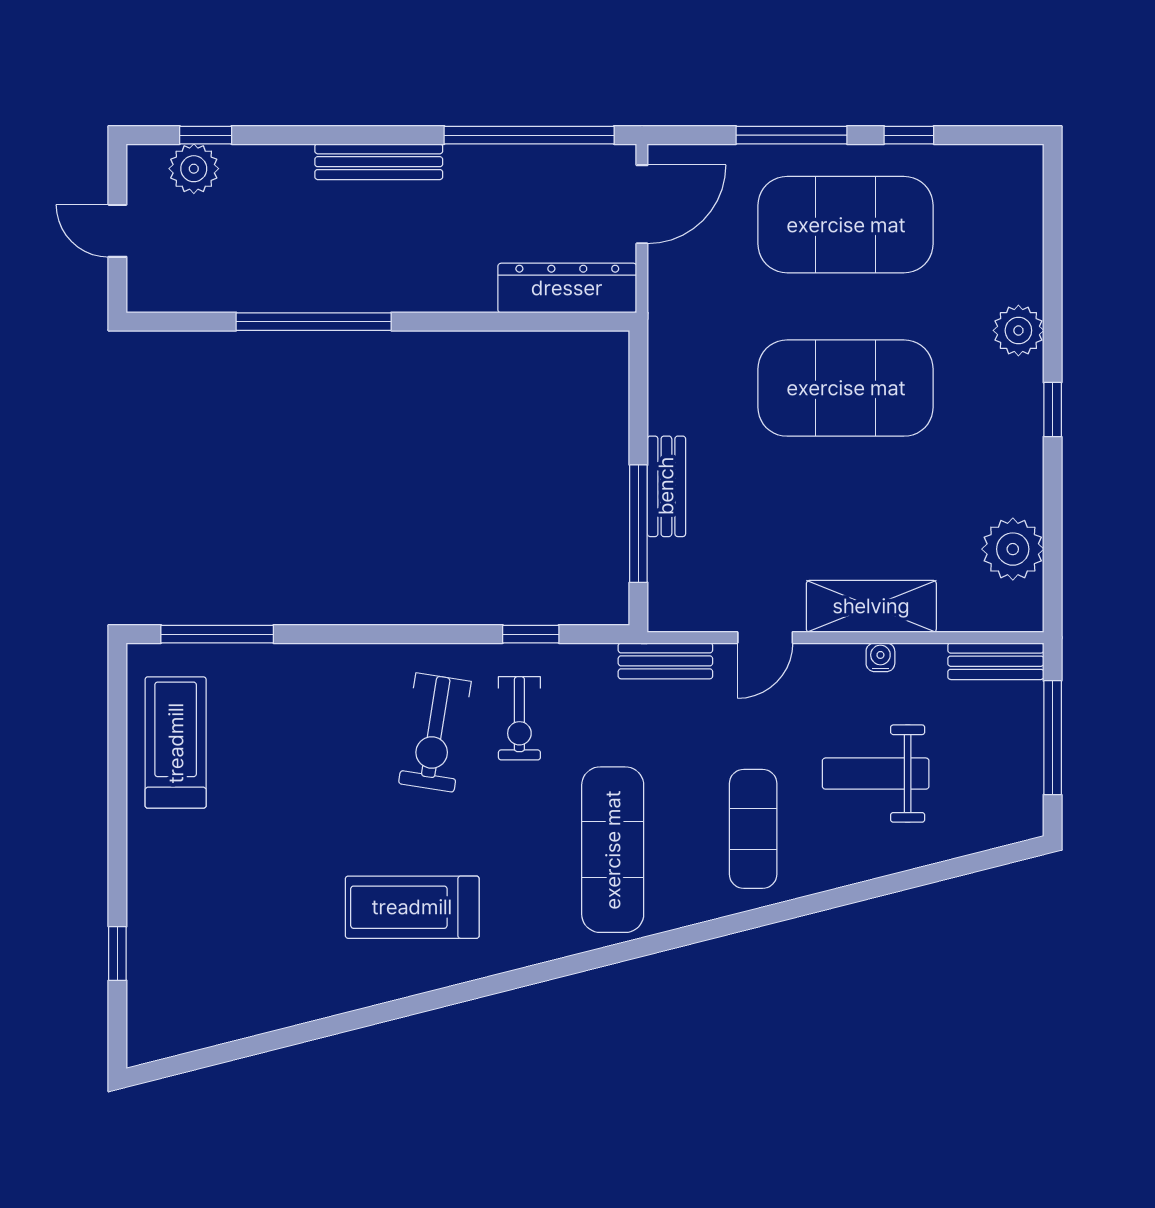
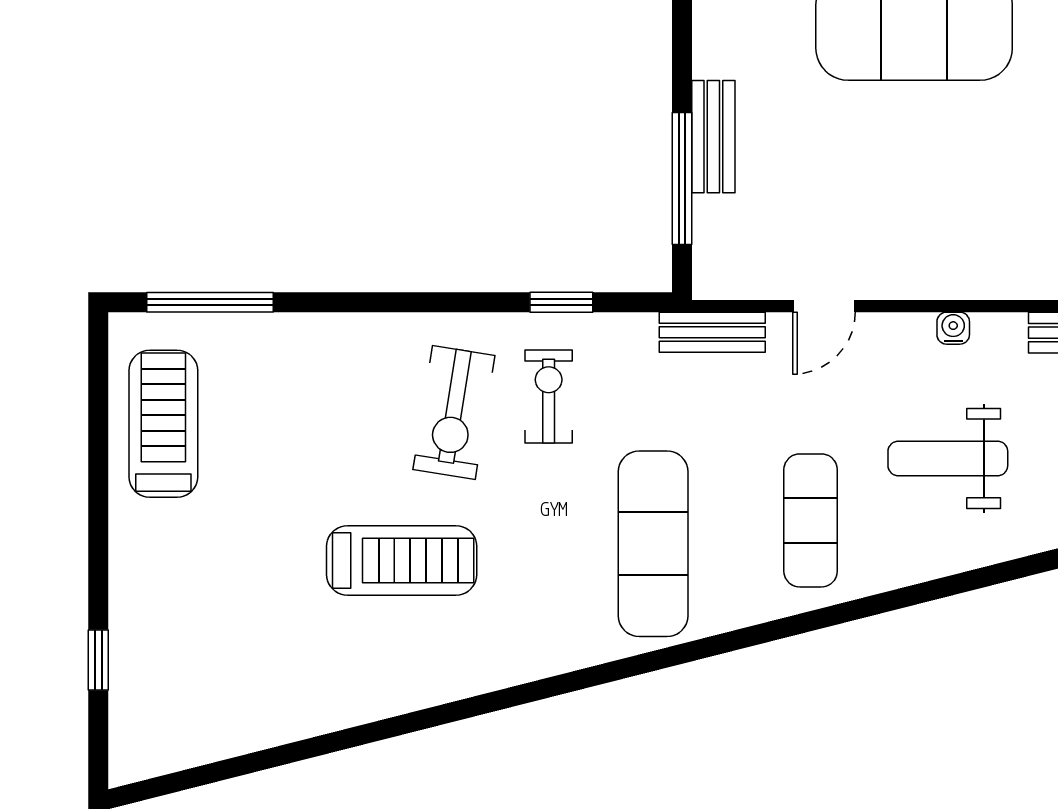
shelving: (871, 606) -> (943, 271), removed
exercise bike: (519, 718) -> (549, 397), turned 180
treadmill: (412, 907) -> (402, 560), moved, turned 180

